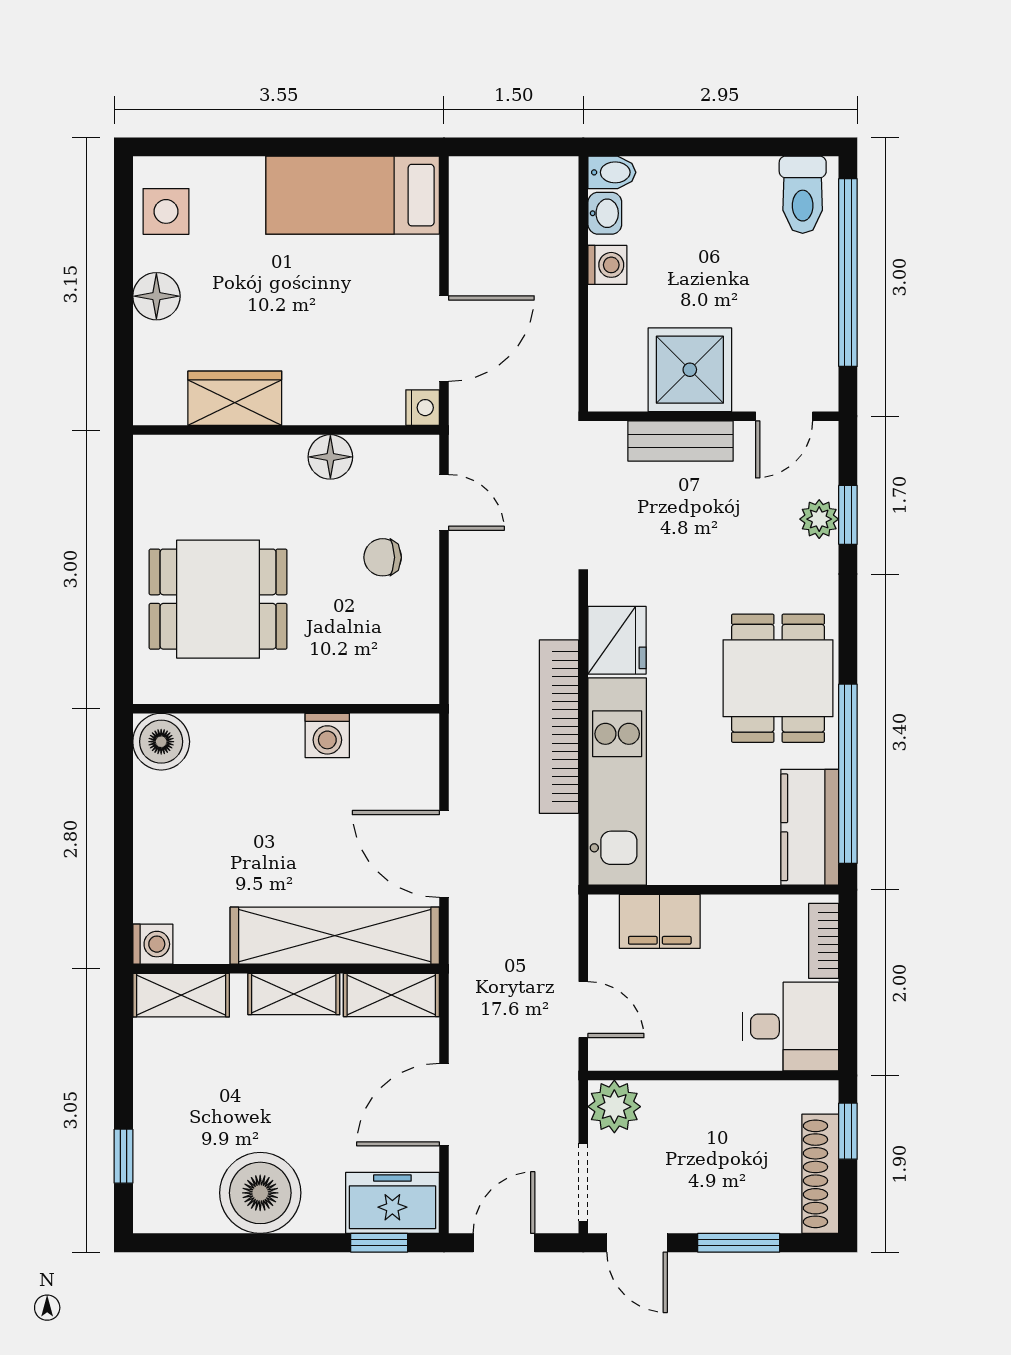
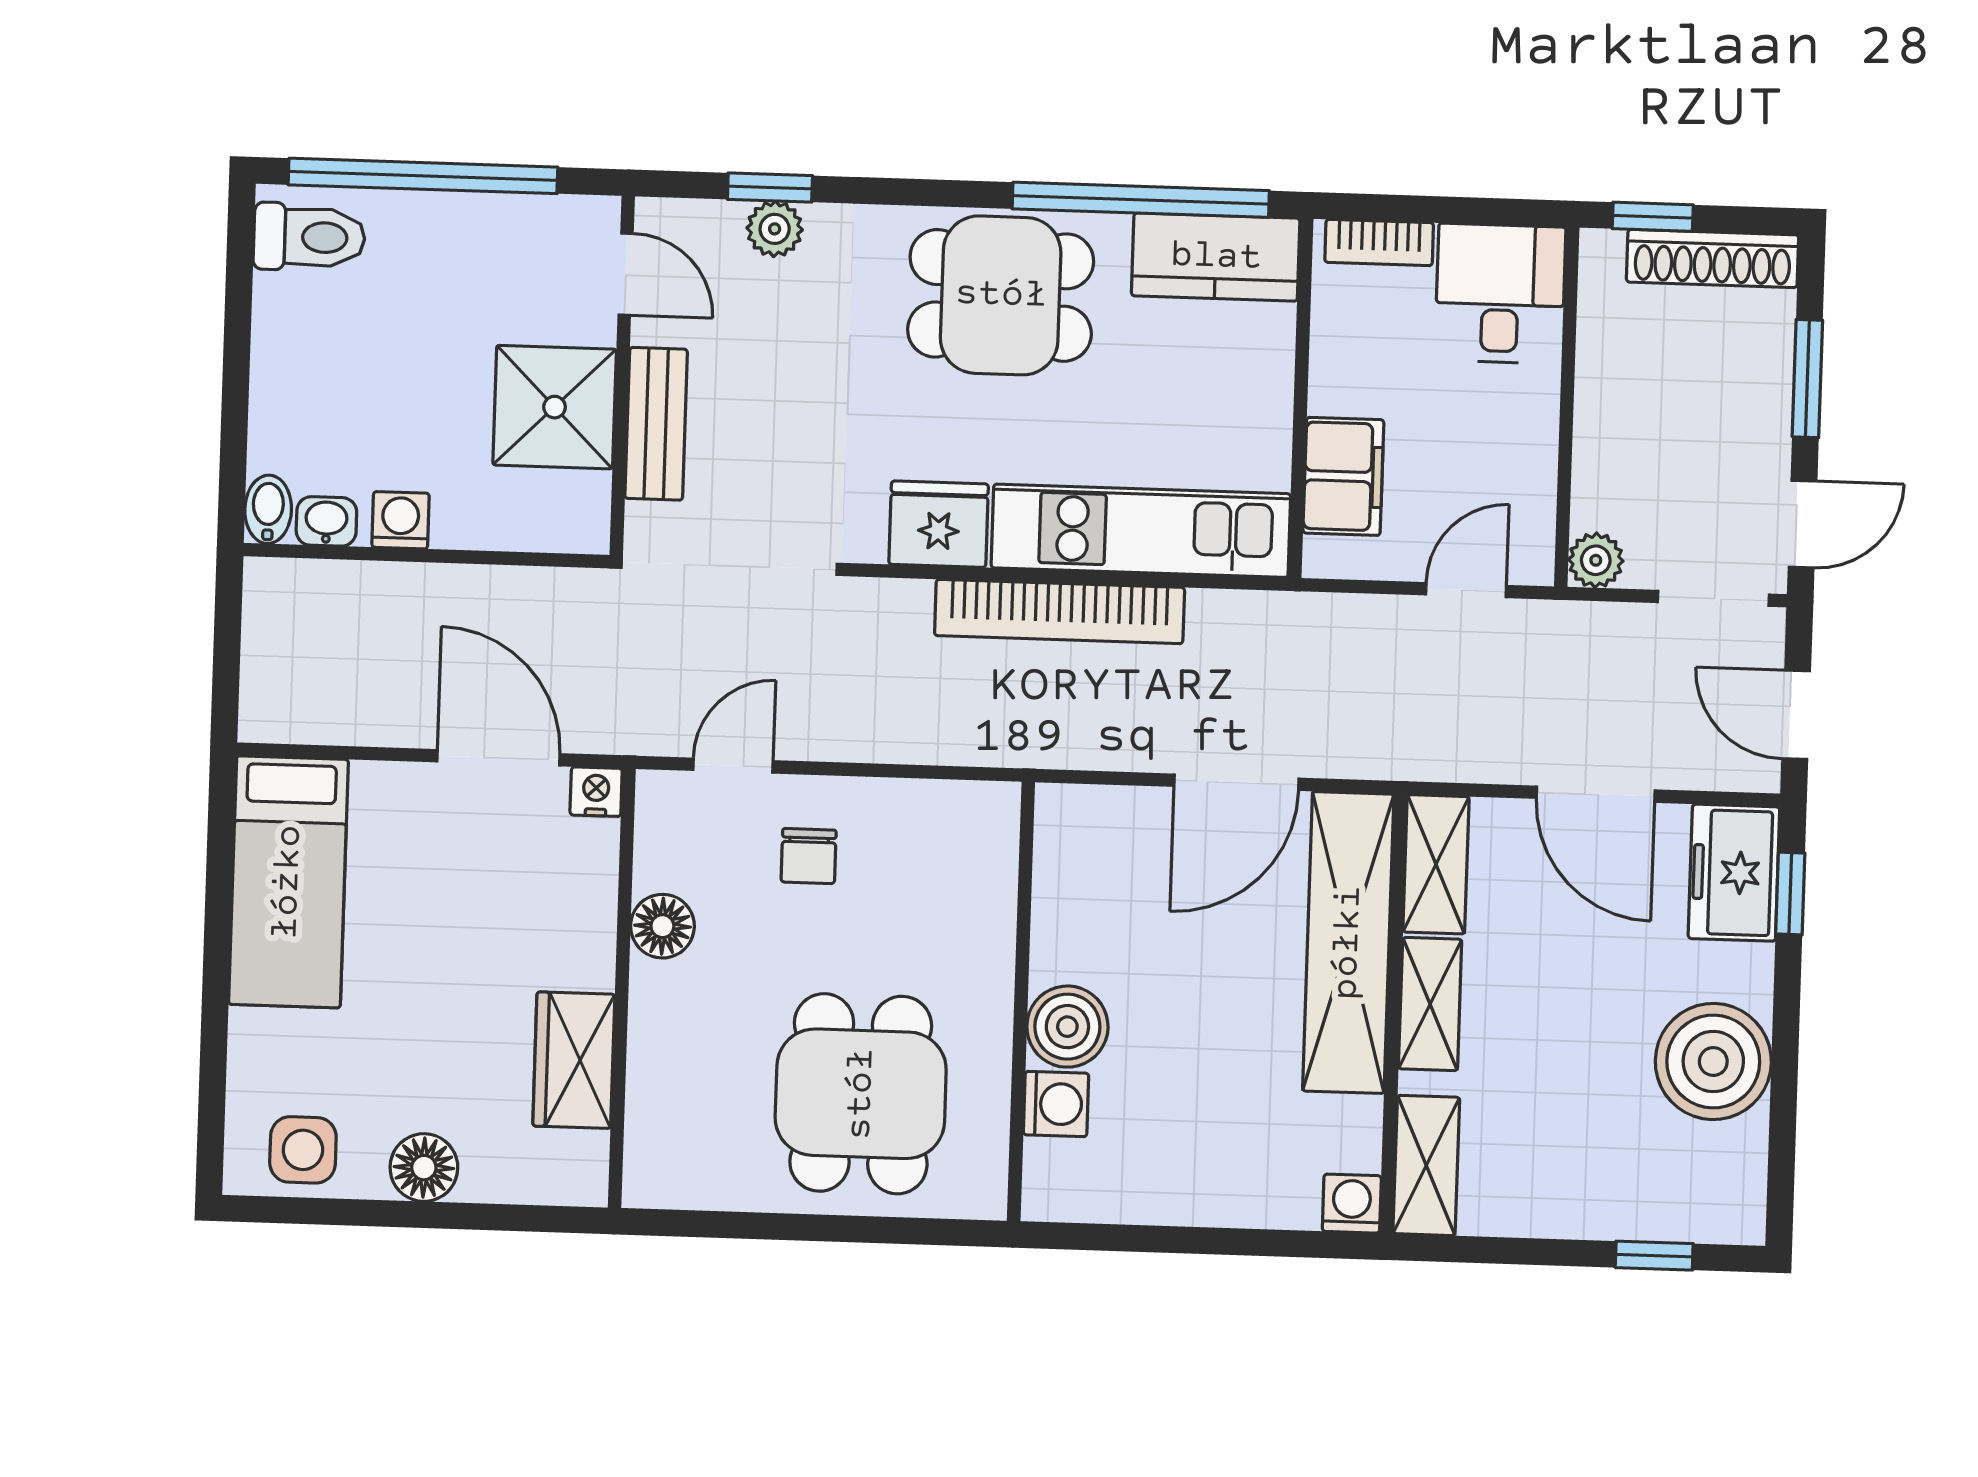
washing machine: (327, 736) -> (1056, 1104), moved
boiler: (161, 742) -> (1067, 1027), moved
plant: (614, 1107) -> (1596, 560), width x0.73, depth x0.73

